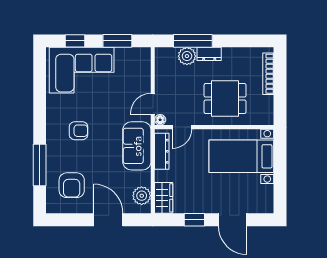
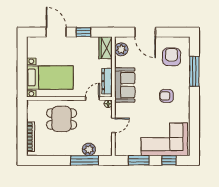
dresser: (209, 54) -> (73, 151), removed
door: (153, 104) -> (113, 125), moved

